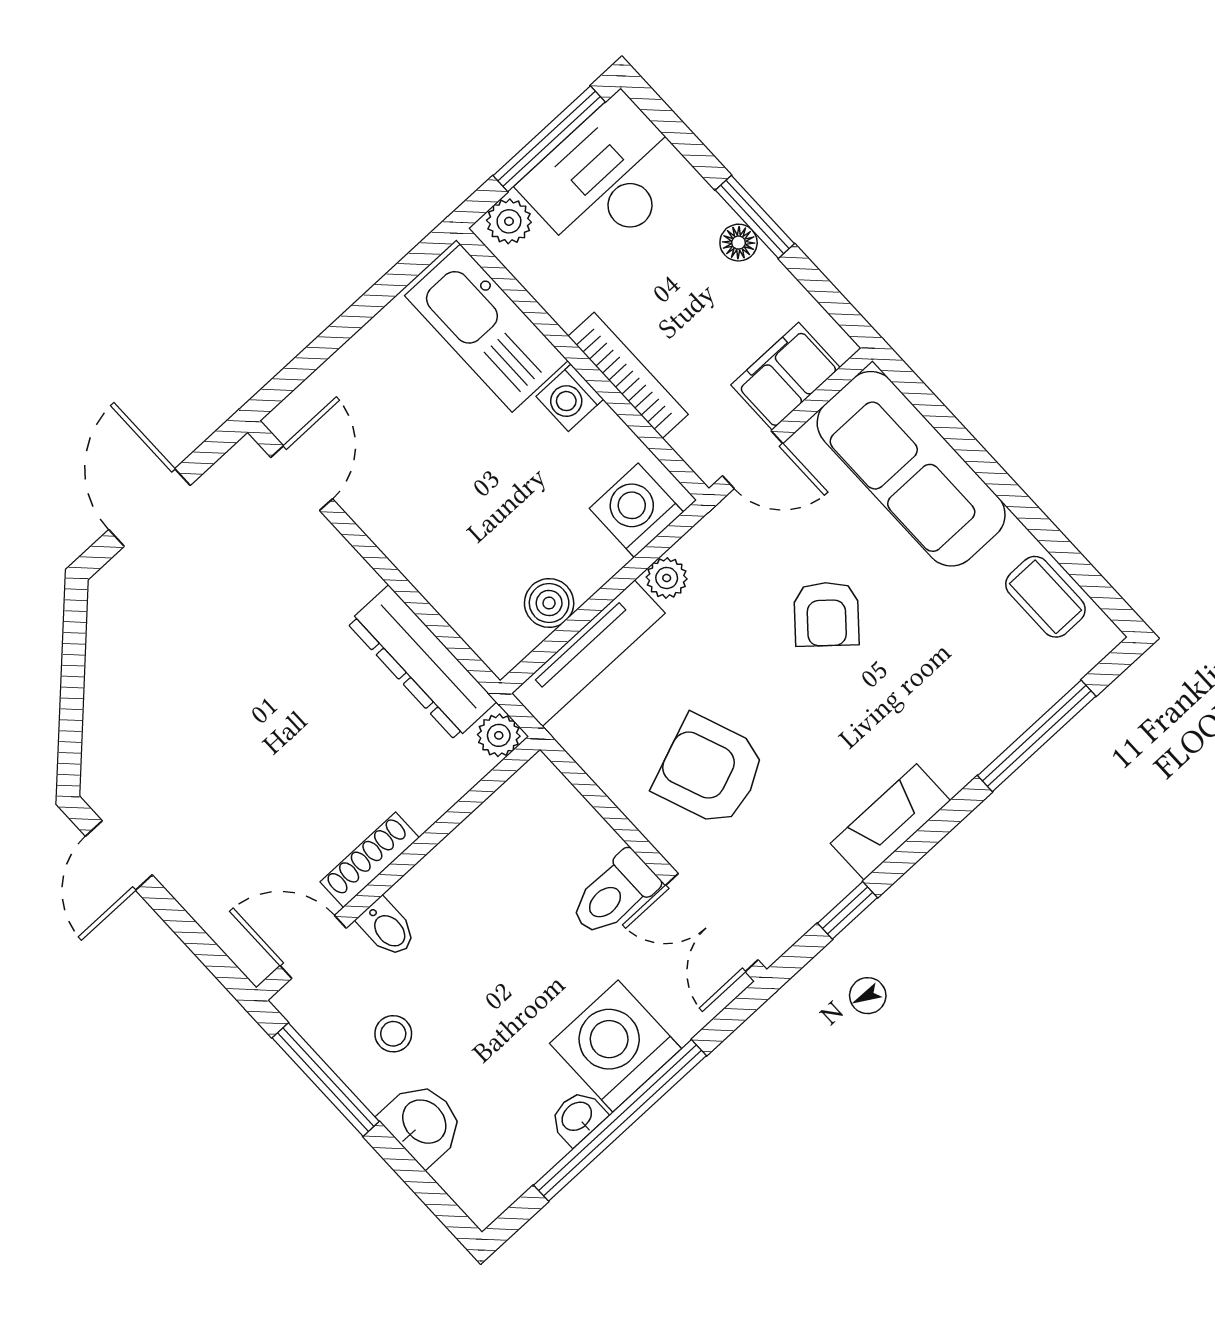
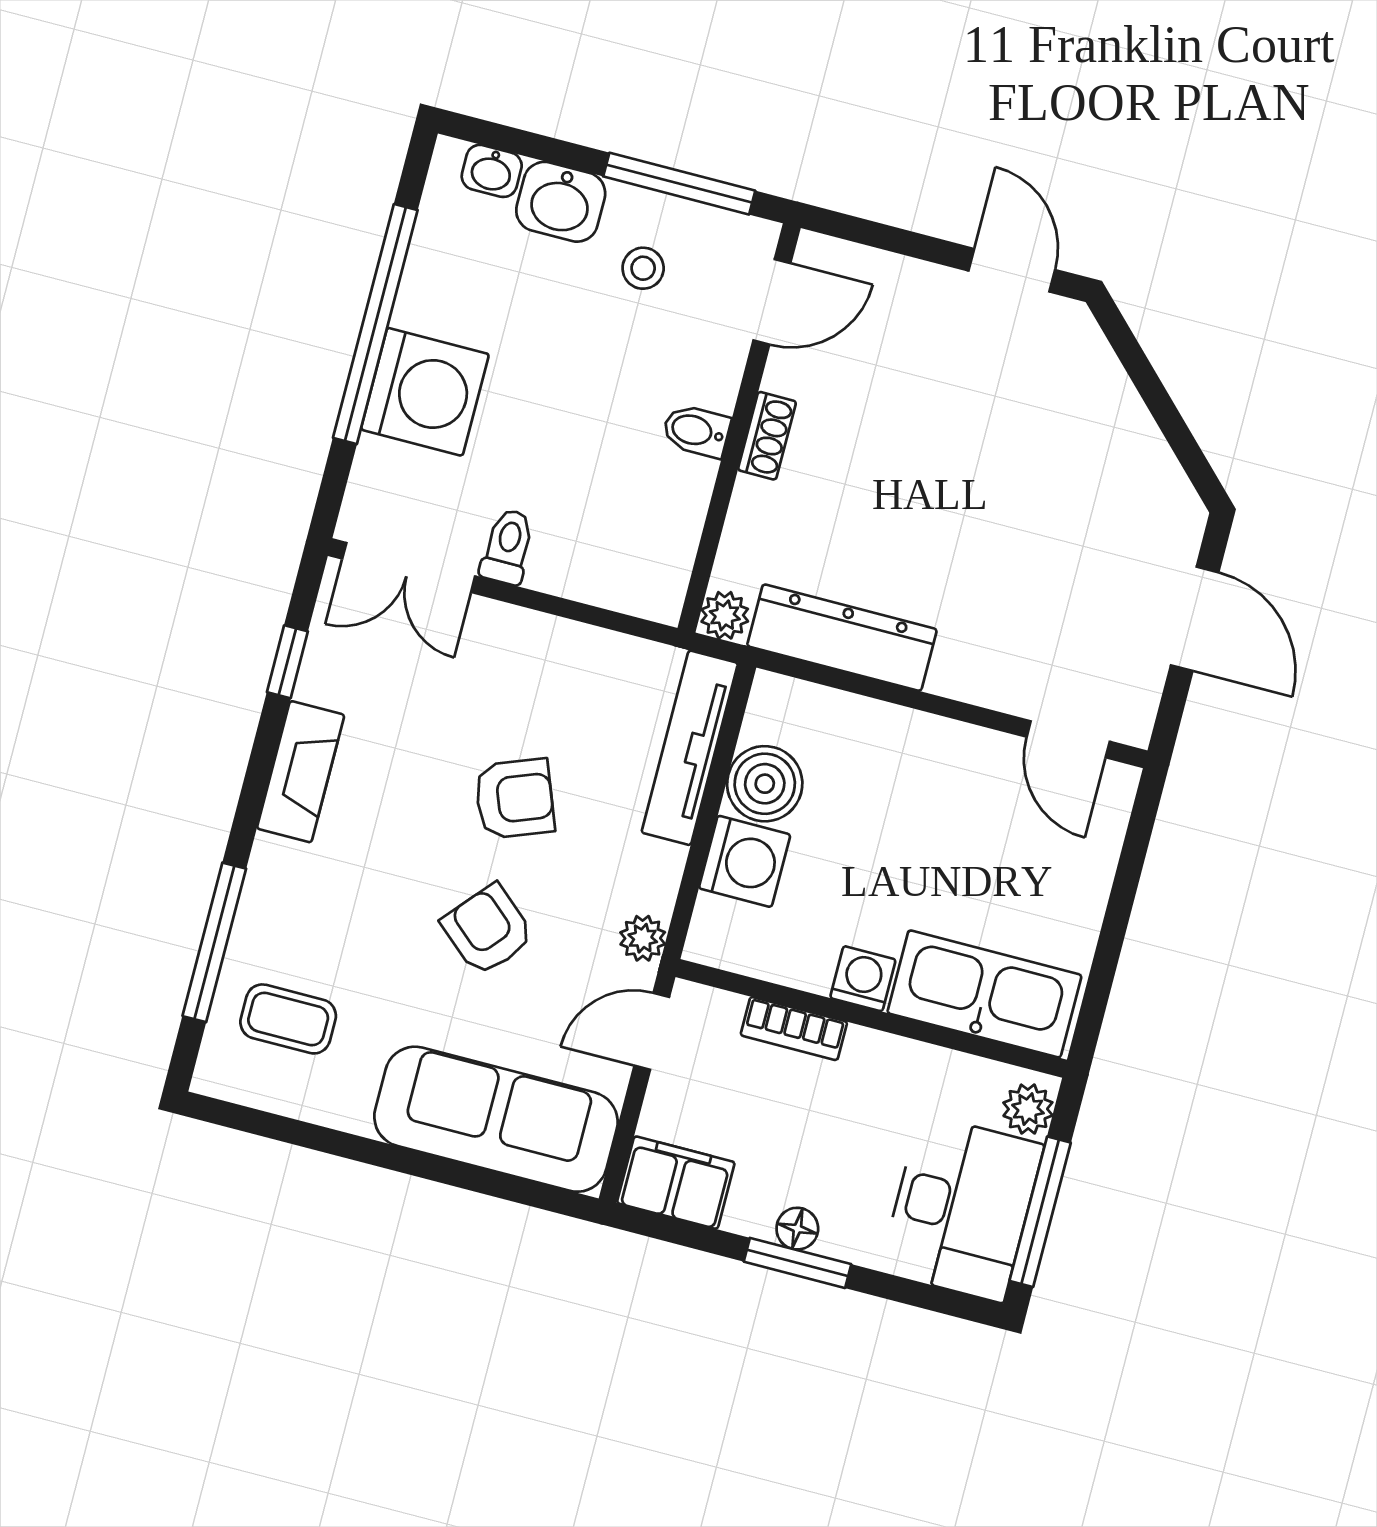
bookcase: (628, 375) -> (794, 1029), width x0.64
filing cabinet: (785, 376) -> (676, 1183), moved, turned -90
washing machine: (636, 510) -> (745, 861), moved
plant: (667, 578) -> (643, 938), moved
coffee table: (1045, 597) -> (288, 1019), moved
boiler: (549, 603) -> (765, 784), width x1.36, depth x1.36
armchair: (710, 771) -> (515, 799), moved, width x0.72, depth x0.72
shoe rack: (370, 860) -> (767, 436), width x0.70
toilet: (614, 894) -> (508, 547), width x0.73, depth x0.72
double door: (712, 923) -> (409, 567), swing flipped
bidet: (387, 928) -> (696, 431), moved
washbasin: (578, 1117) -> (492, 171), moved, turned 90

